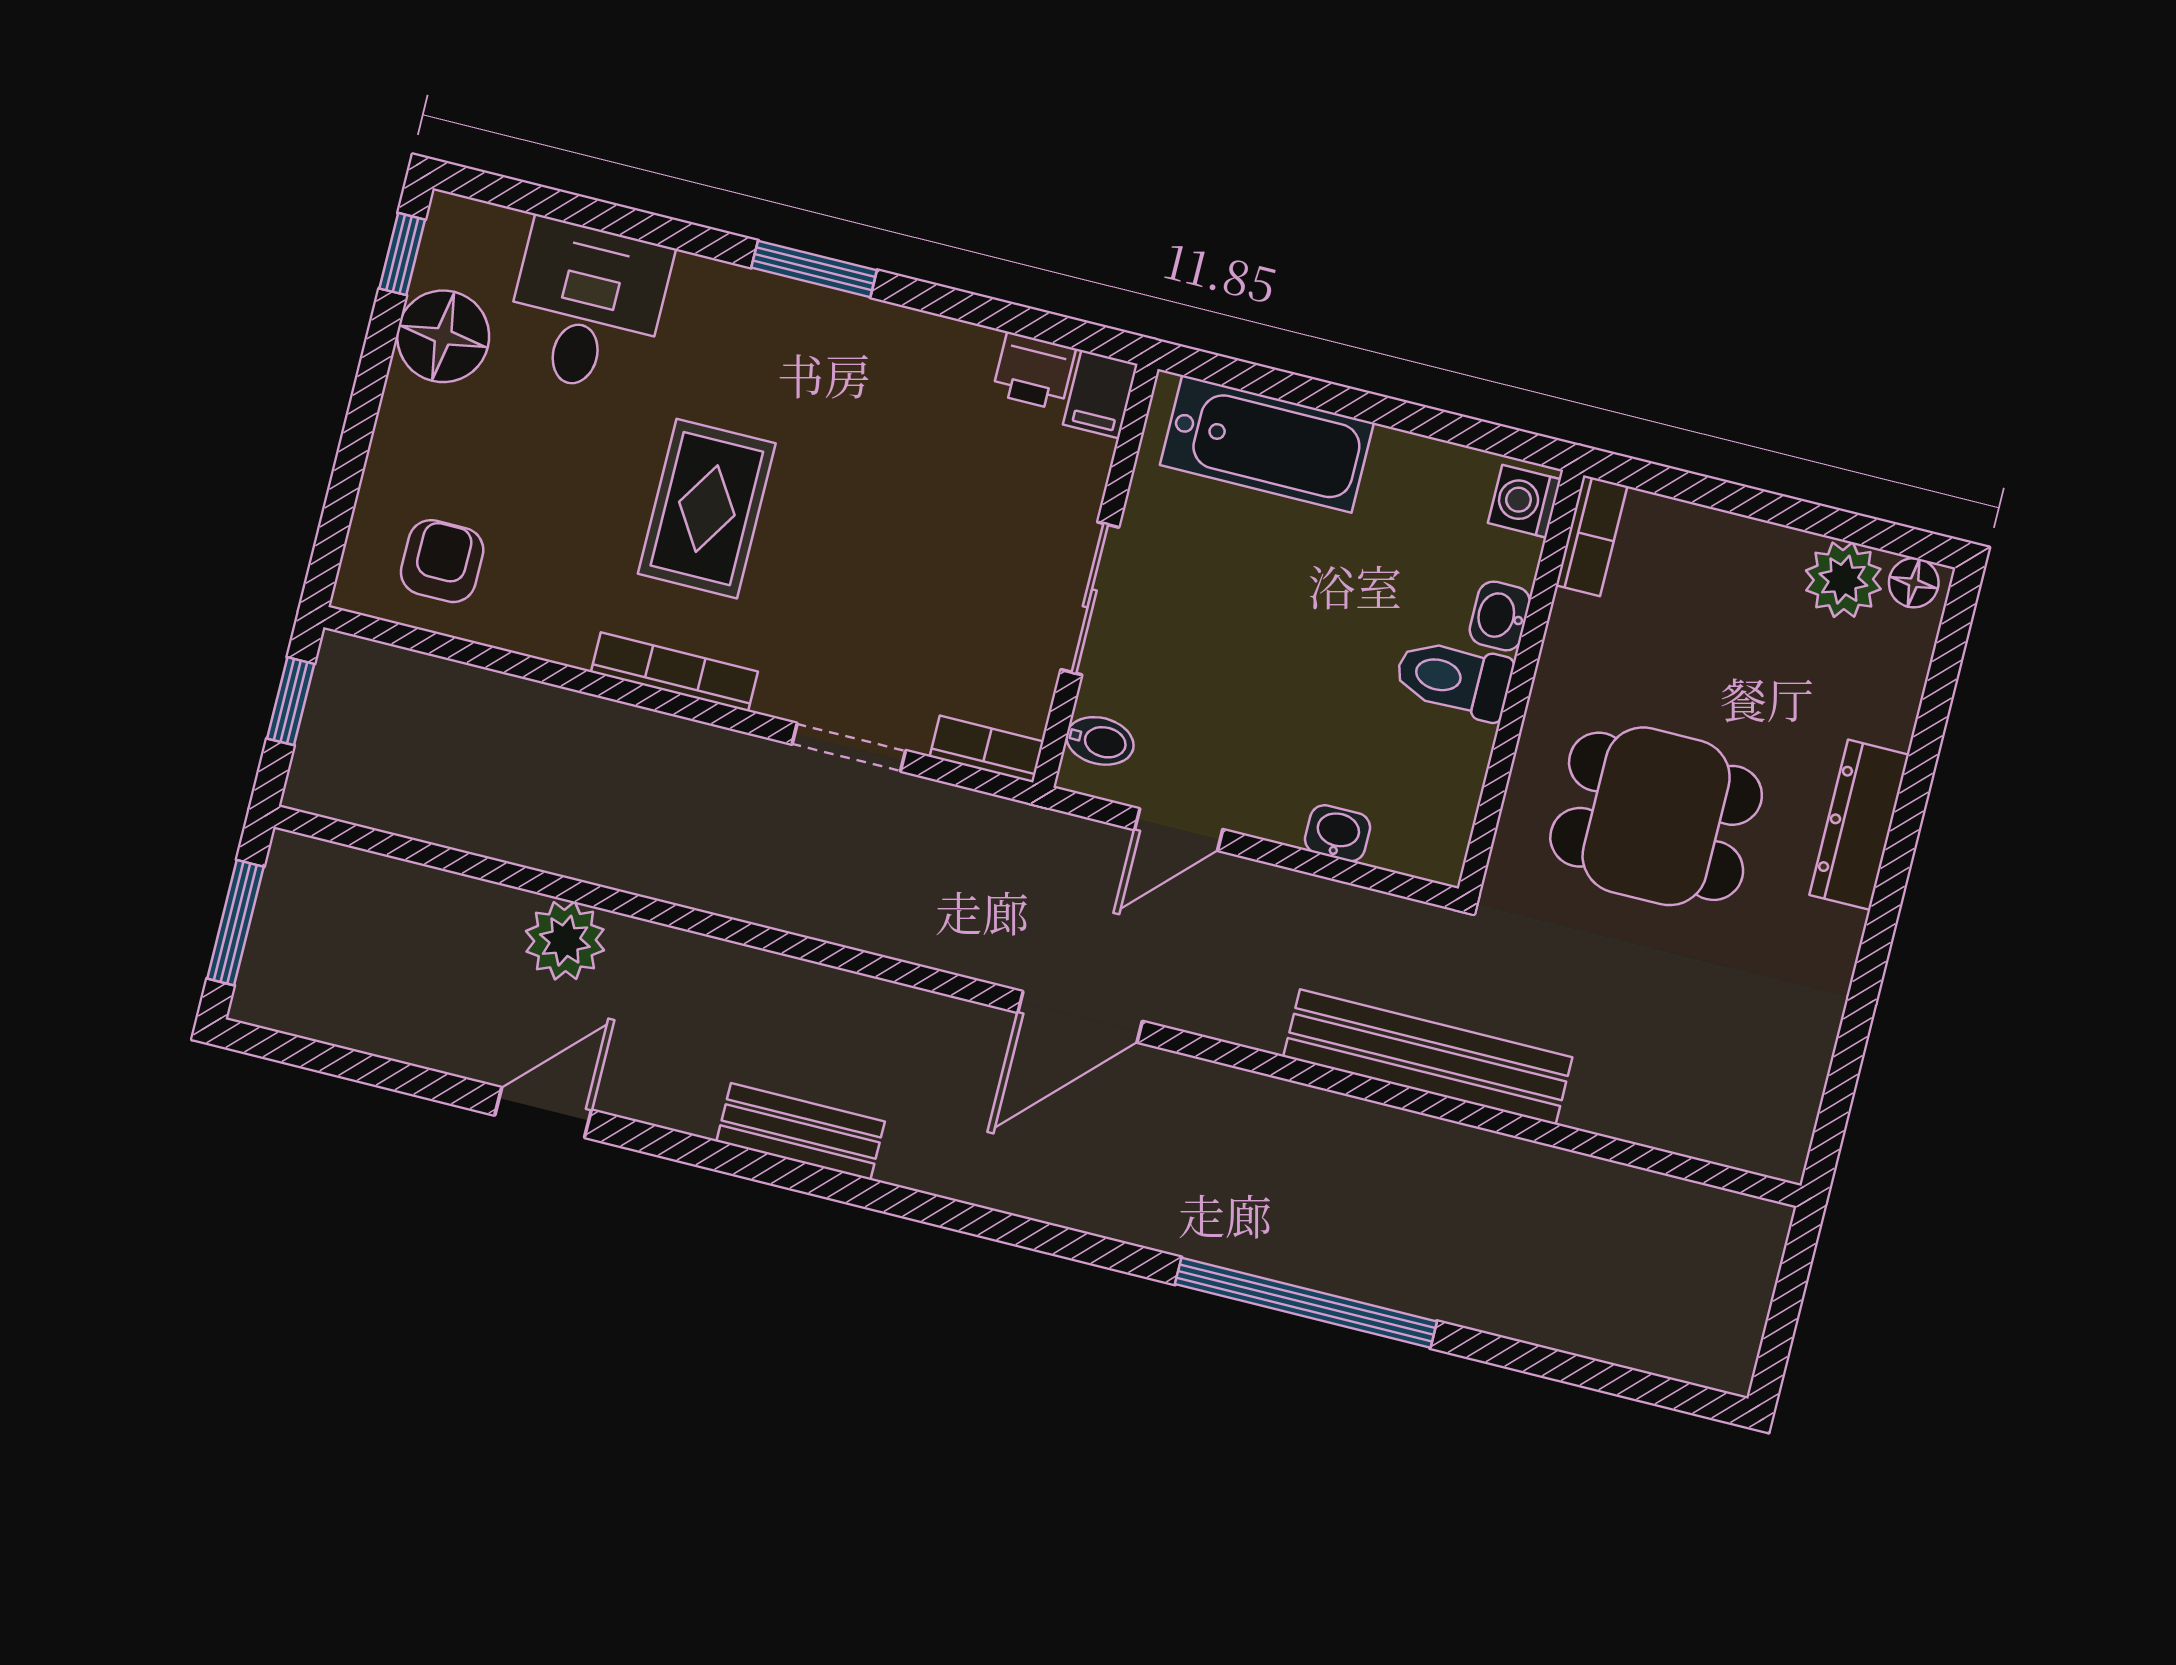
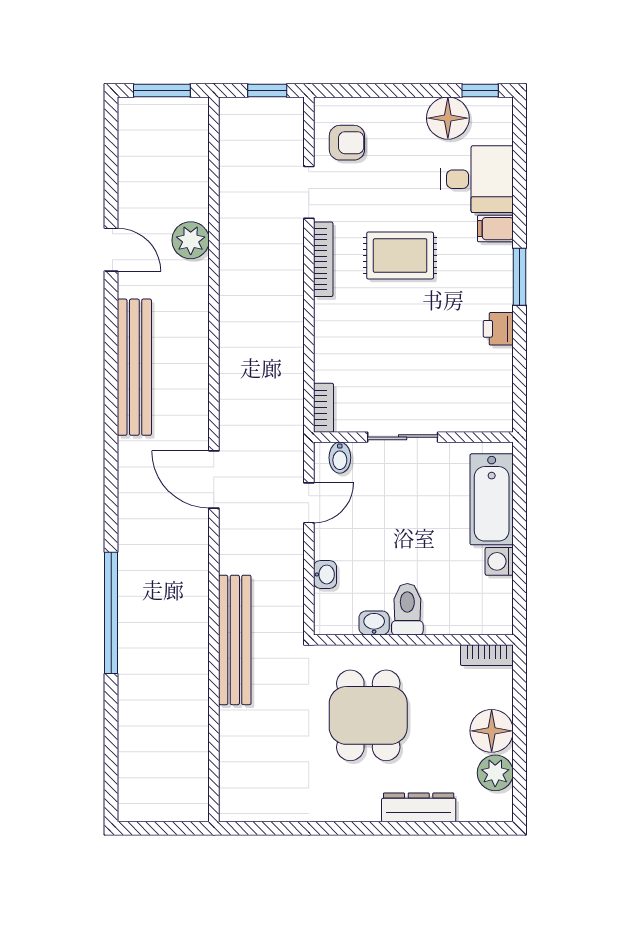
printer: (1034, 371) -> (498, 329), moved
filing cabinet: (1100, 394) -> (495, 229), moved
washing machine: (1524, 501) -> (499, 561), moved, turned -90
floor lamp: (1914, 583) -> (492, 731), moved, width x1.89, depth x1.89
washbasin: (1500, 616) -> (374, 623), moved
doorway: (849, 747) -> (309, 192), moved
dresser: (1859, 825) -> (419, 807), moved
door: (1179, 830) -> (309, 503), swing flipped
bench: (801, 1131) -> (134, 367), width x1.86, depth x1.21

